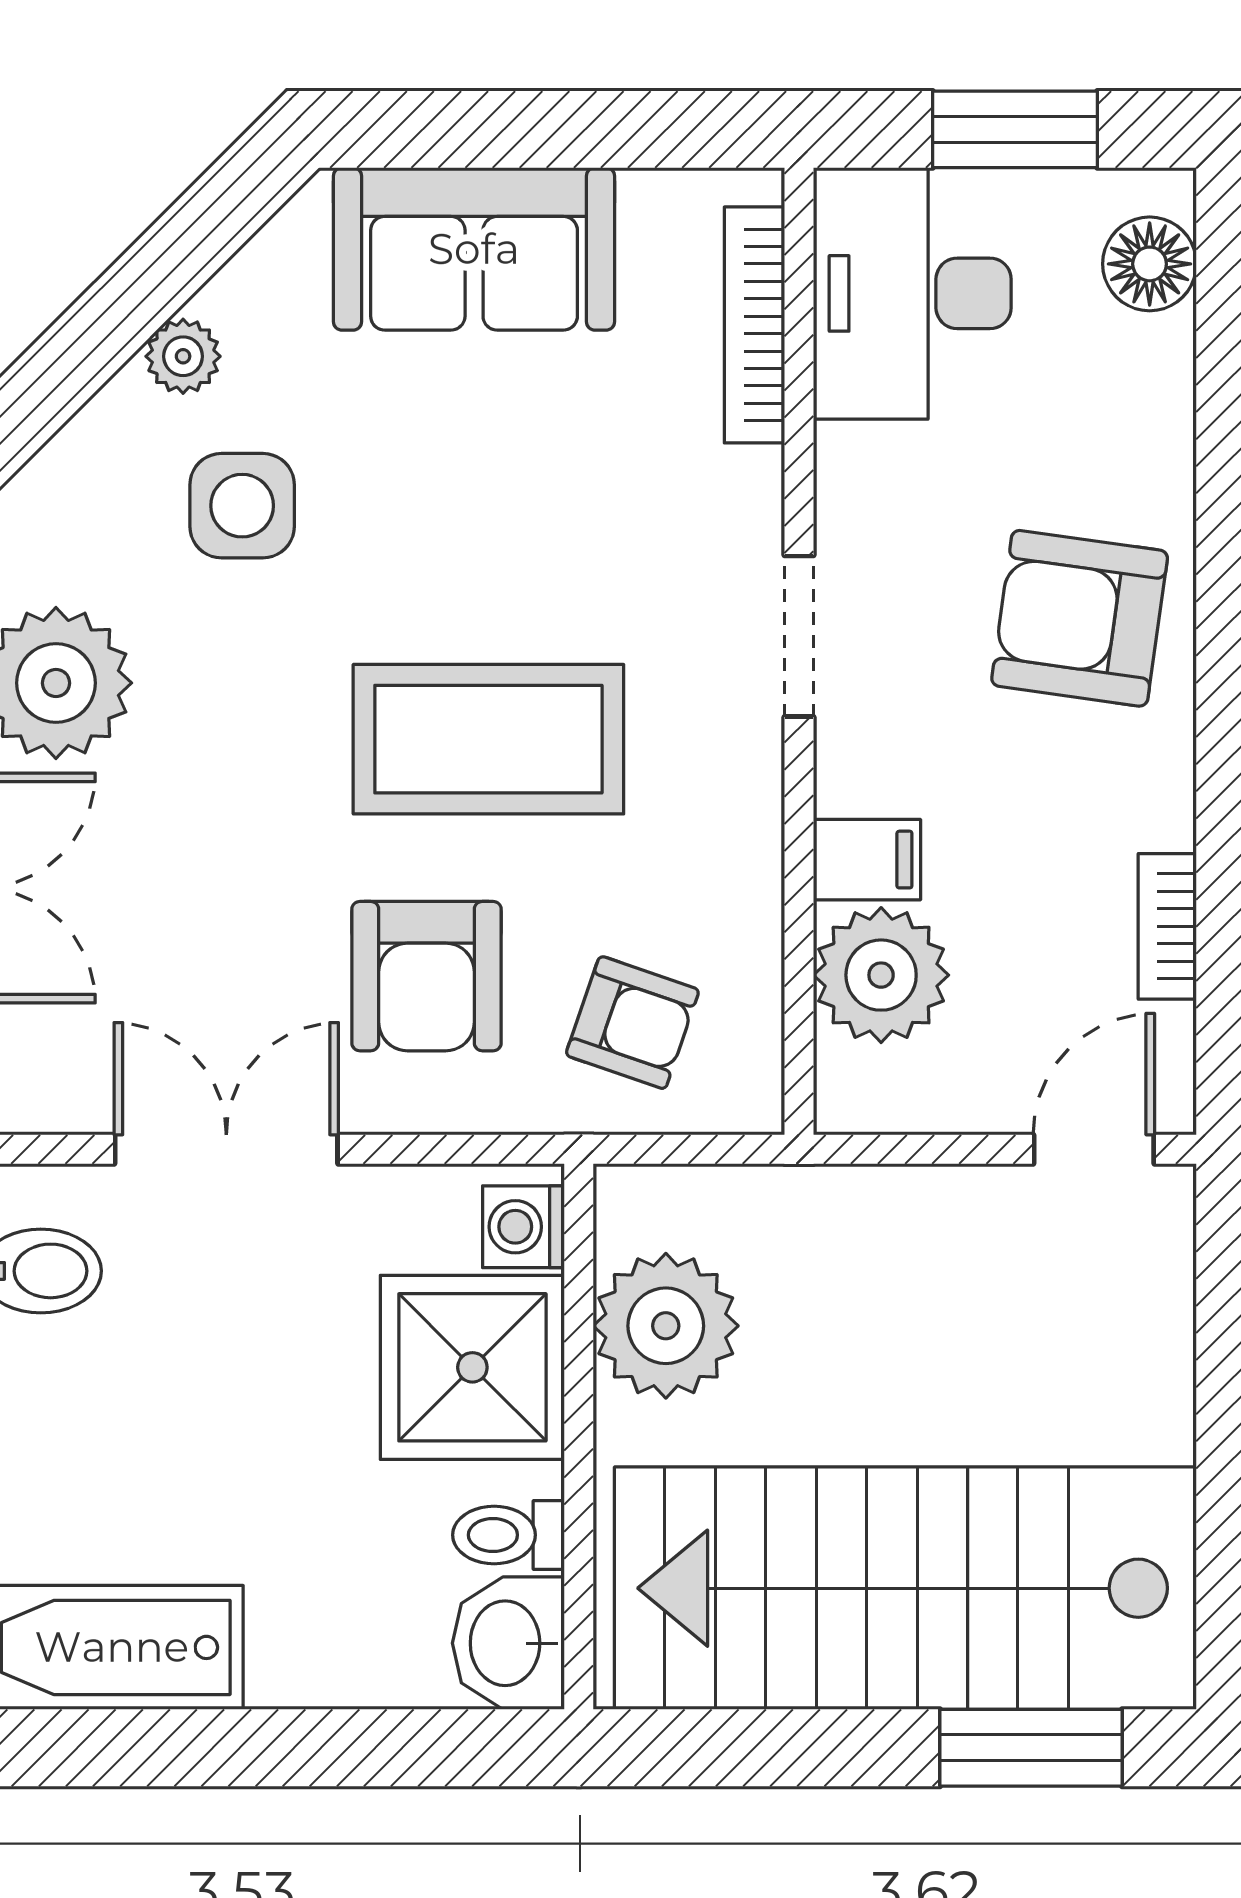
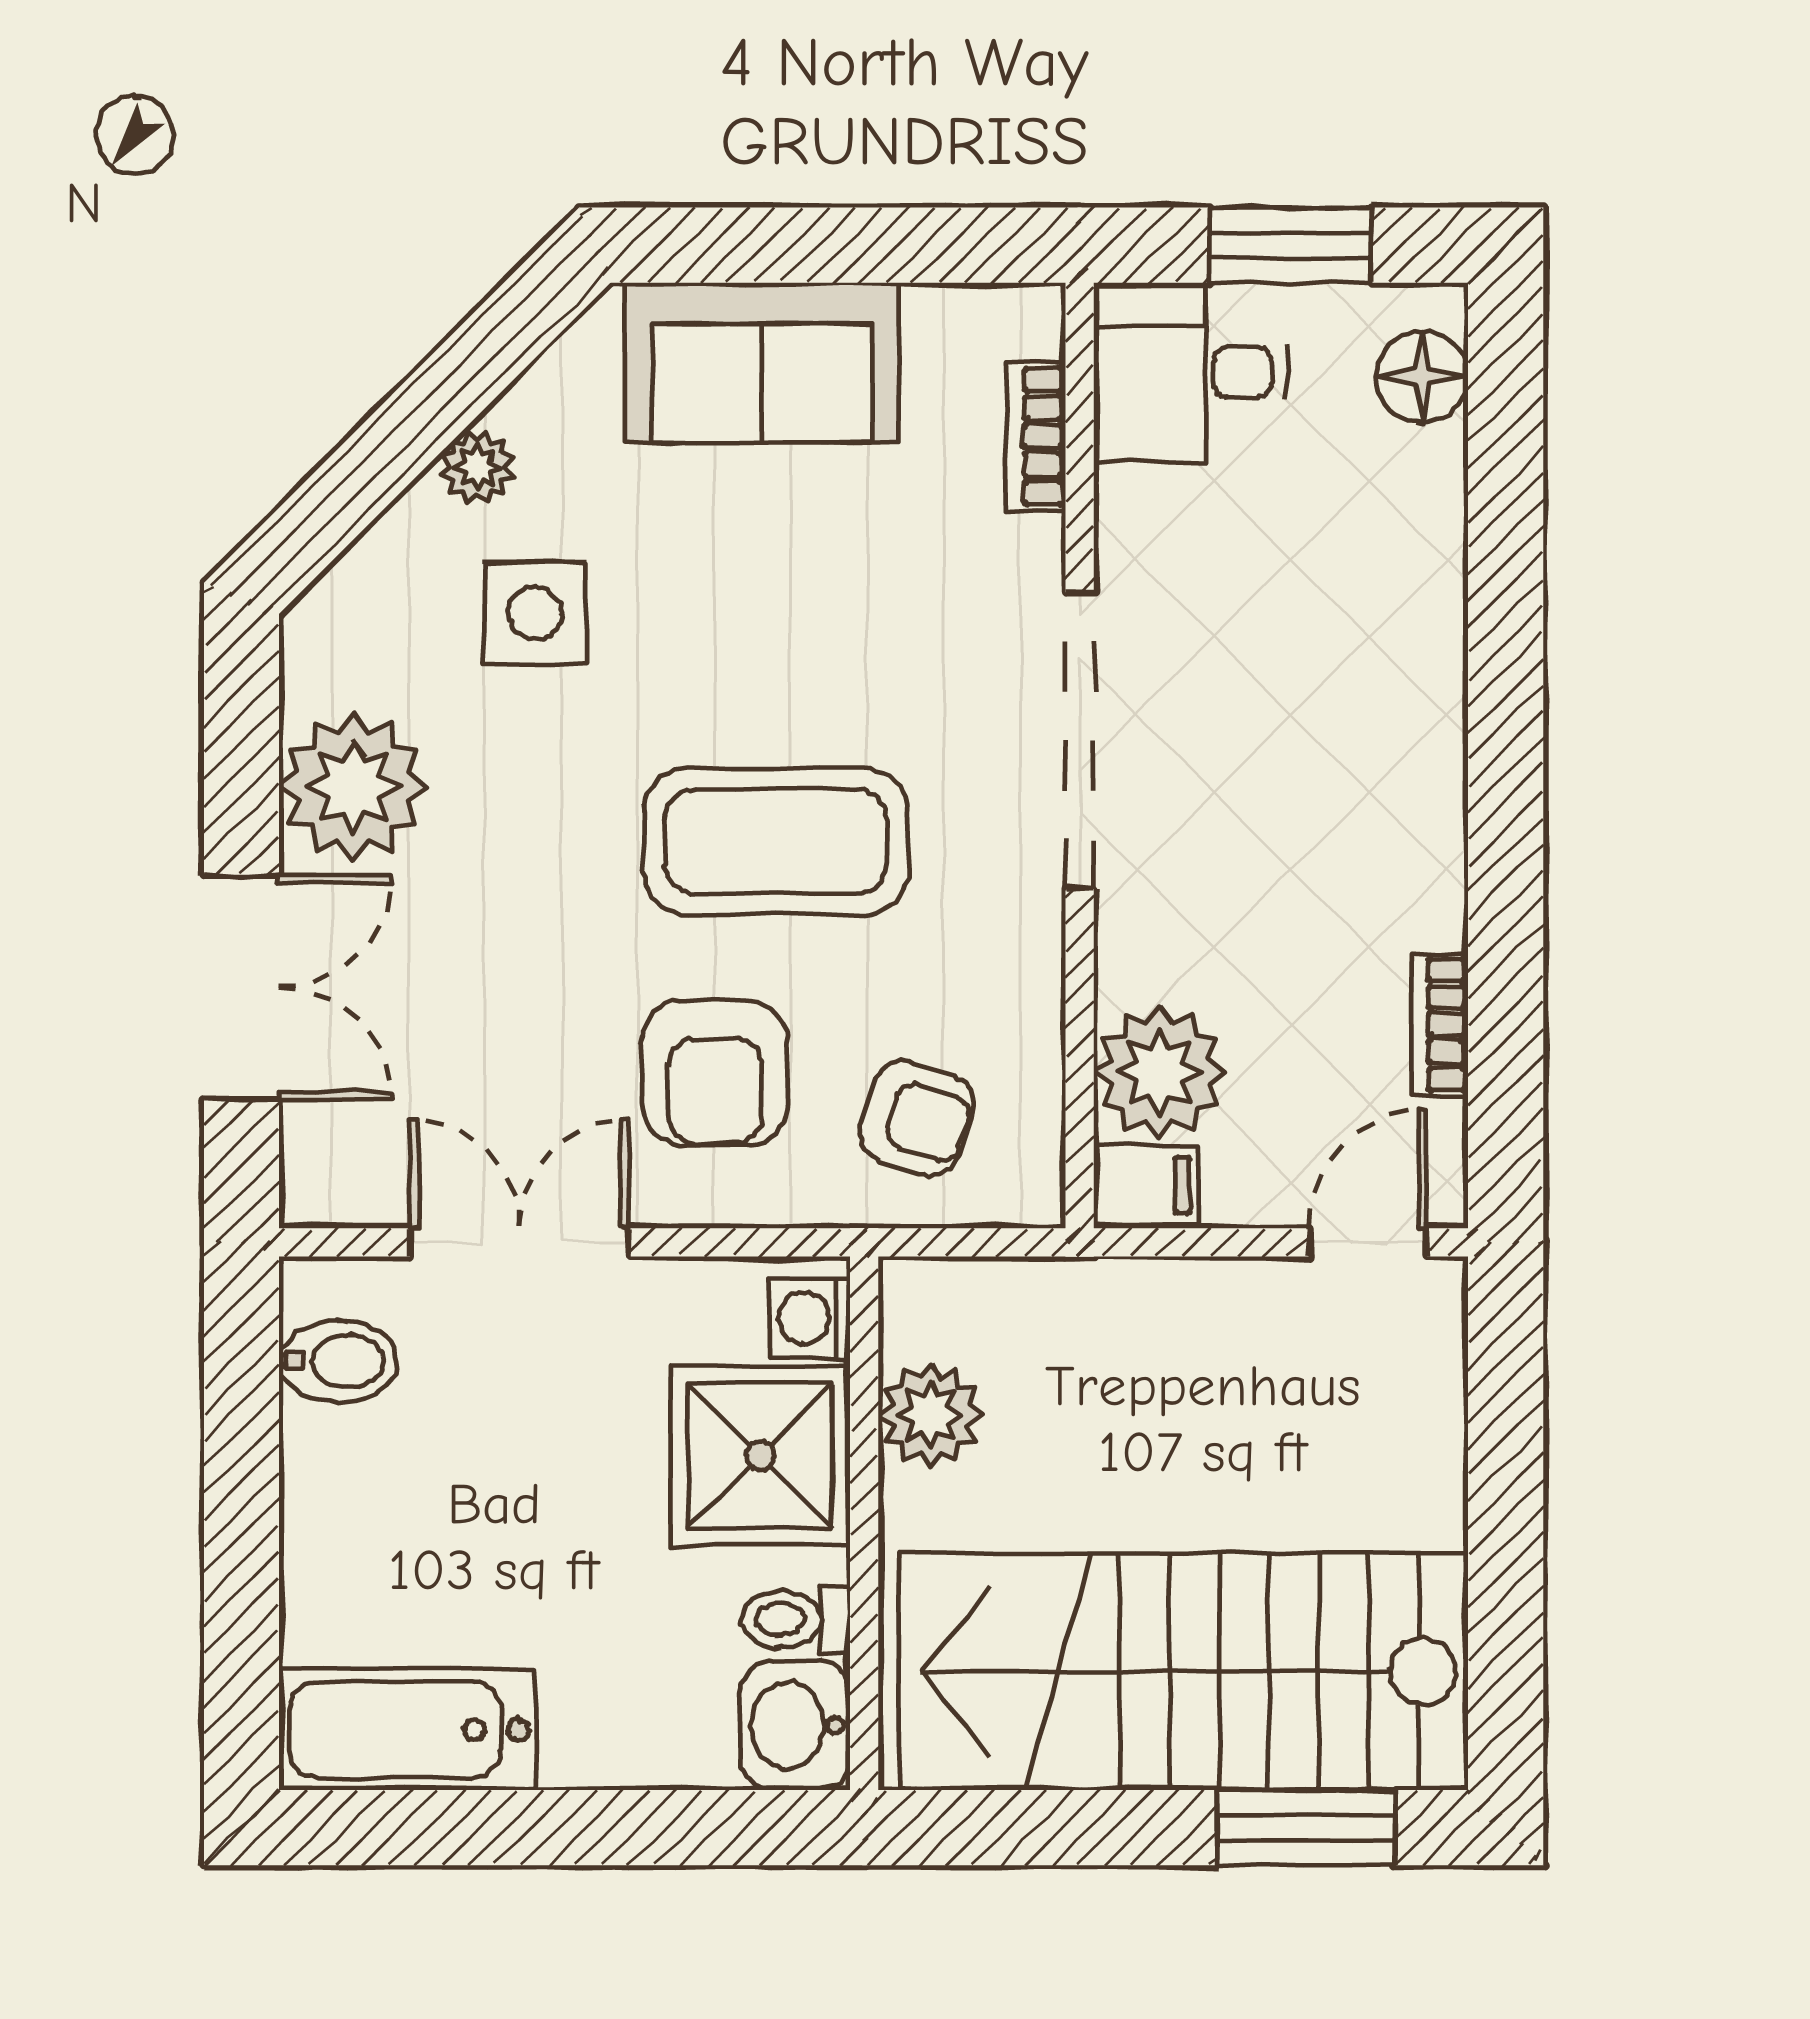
desk: (912, 293) -> (1190, 372), width x0.73
bookcase: (754, 325) -> (1036, 436), width x0.64
armchair: (1080, 618) -> (1354, 723), removed
doorway: (799, 636) -> (1080, 741), width x1.88
filing cabinet: (867, 860) -> (1146, 1185), moved
plant: (666, 1326) -> (930, 1415), width x0.73, depth x0.73

